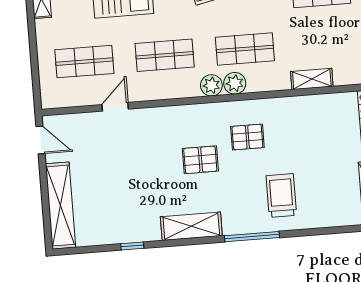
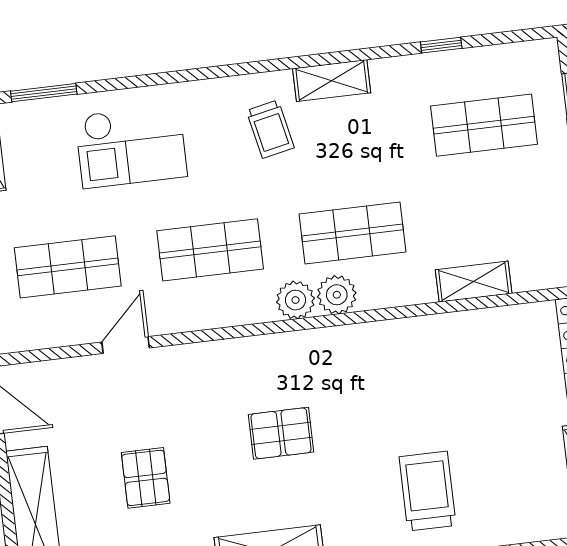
pallet: (247, 137) -> (146, 478), moved, turned 90

